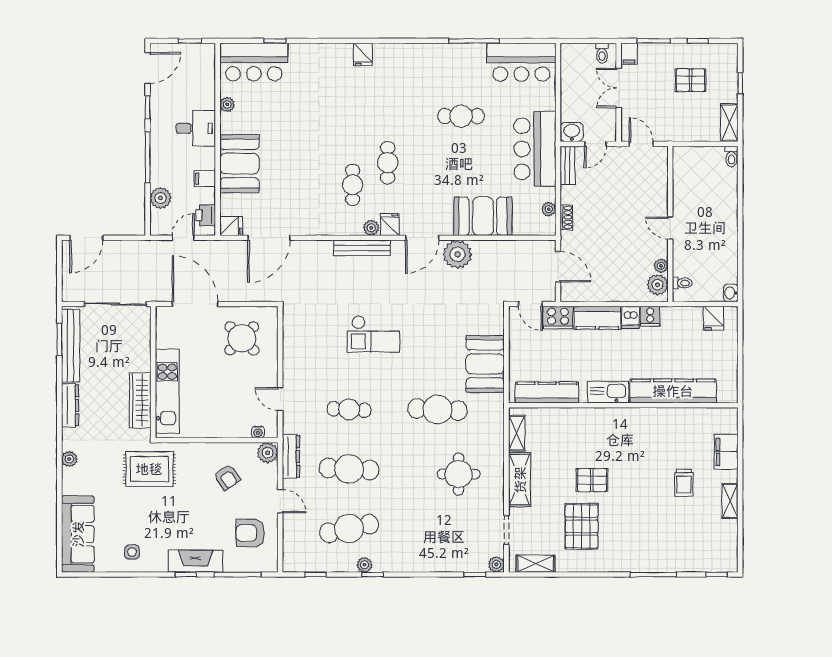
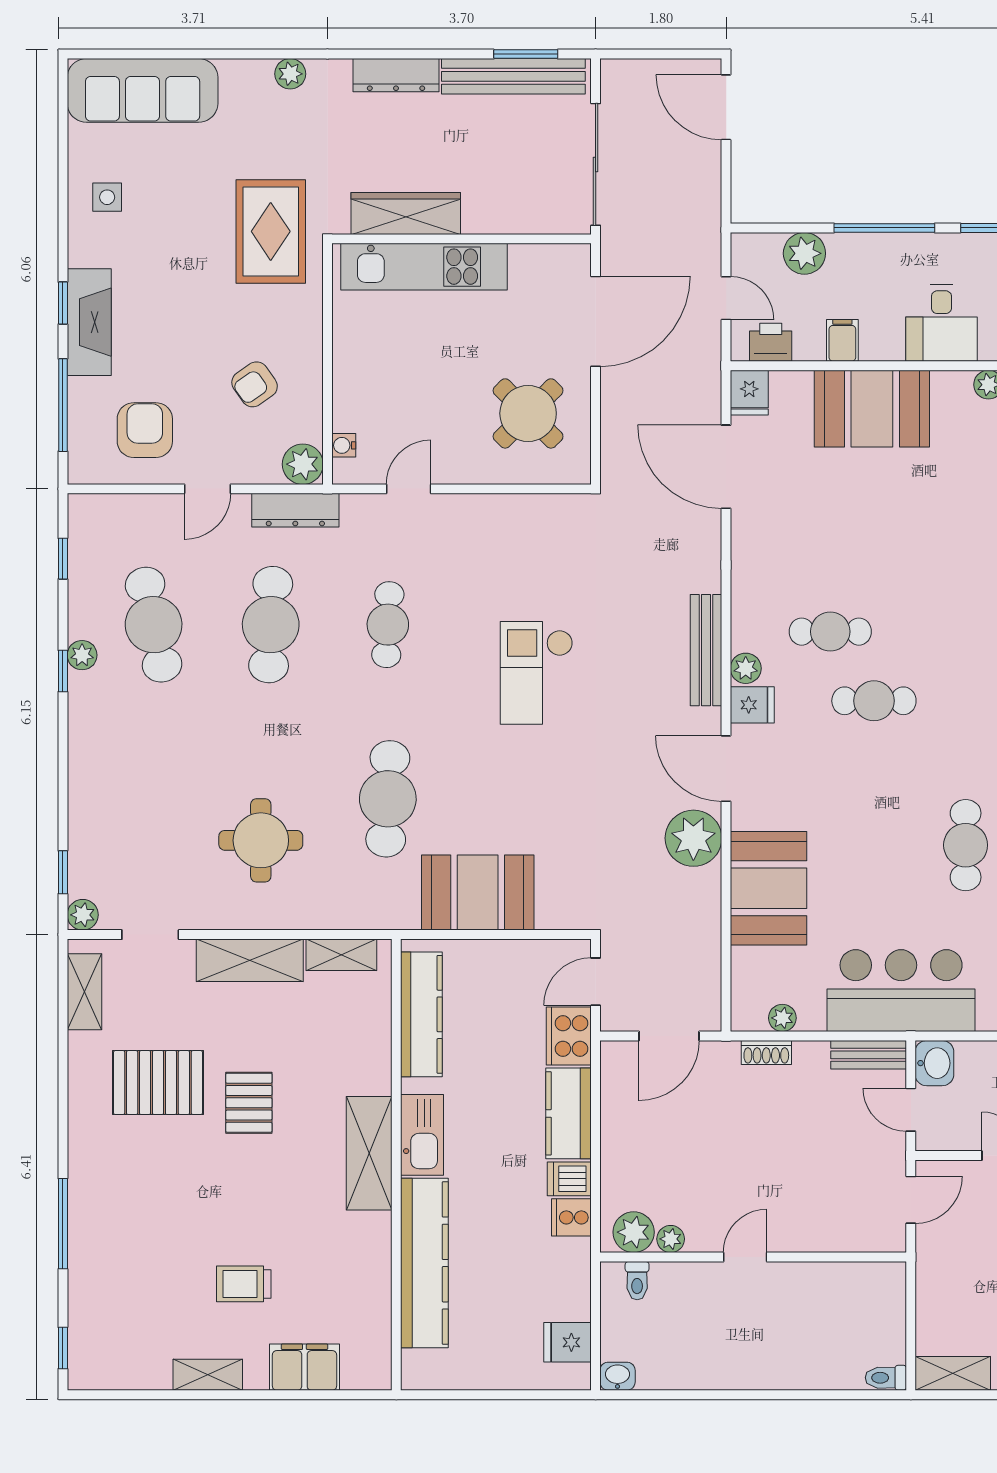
shelving: (617, 419) -> (369, 1153), added

